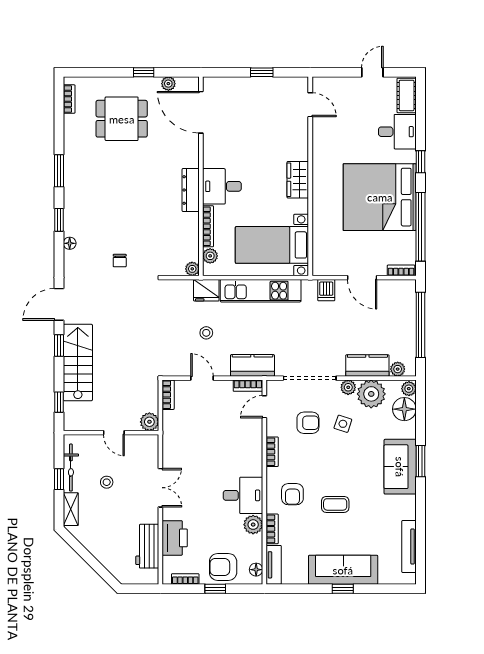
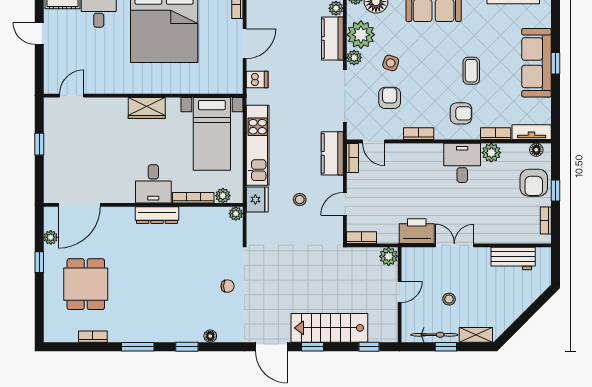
bookcase: (69, 99) -> (93, 337), moved
printer: (175, 538) -> (417, 231), moved

